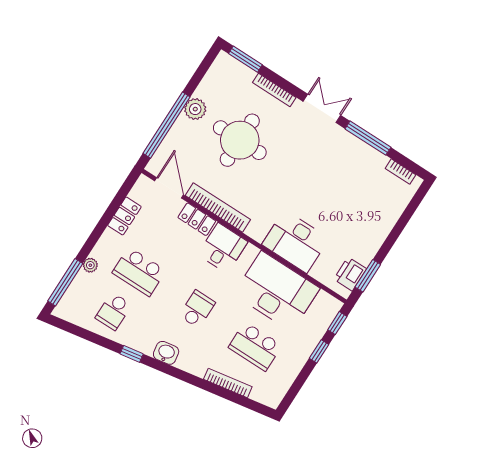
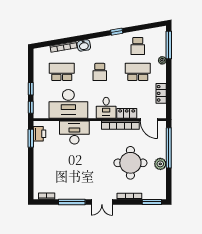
school desk: (113, 311) -> (138, 46), turned 180
washbasin: (166, 353) -> (84, 45), moved

